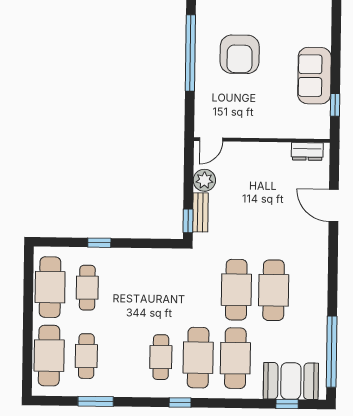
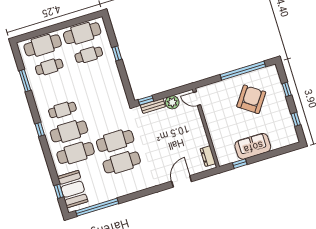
armchair: (240, 54) -> (251, 99), turned 125

